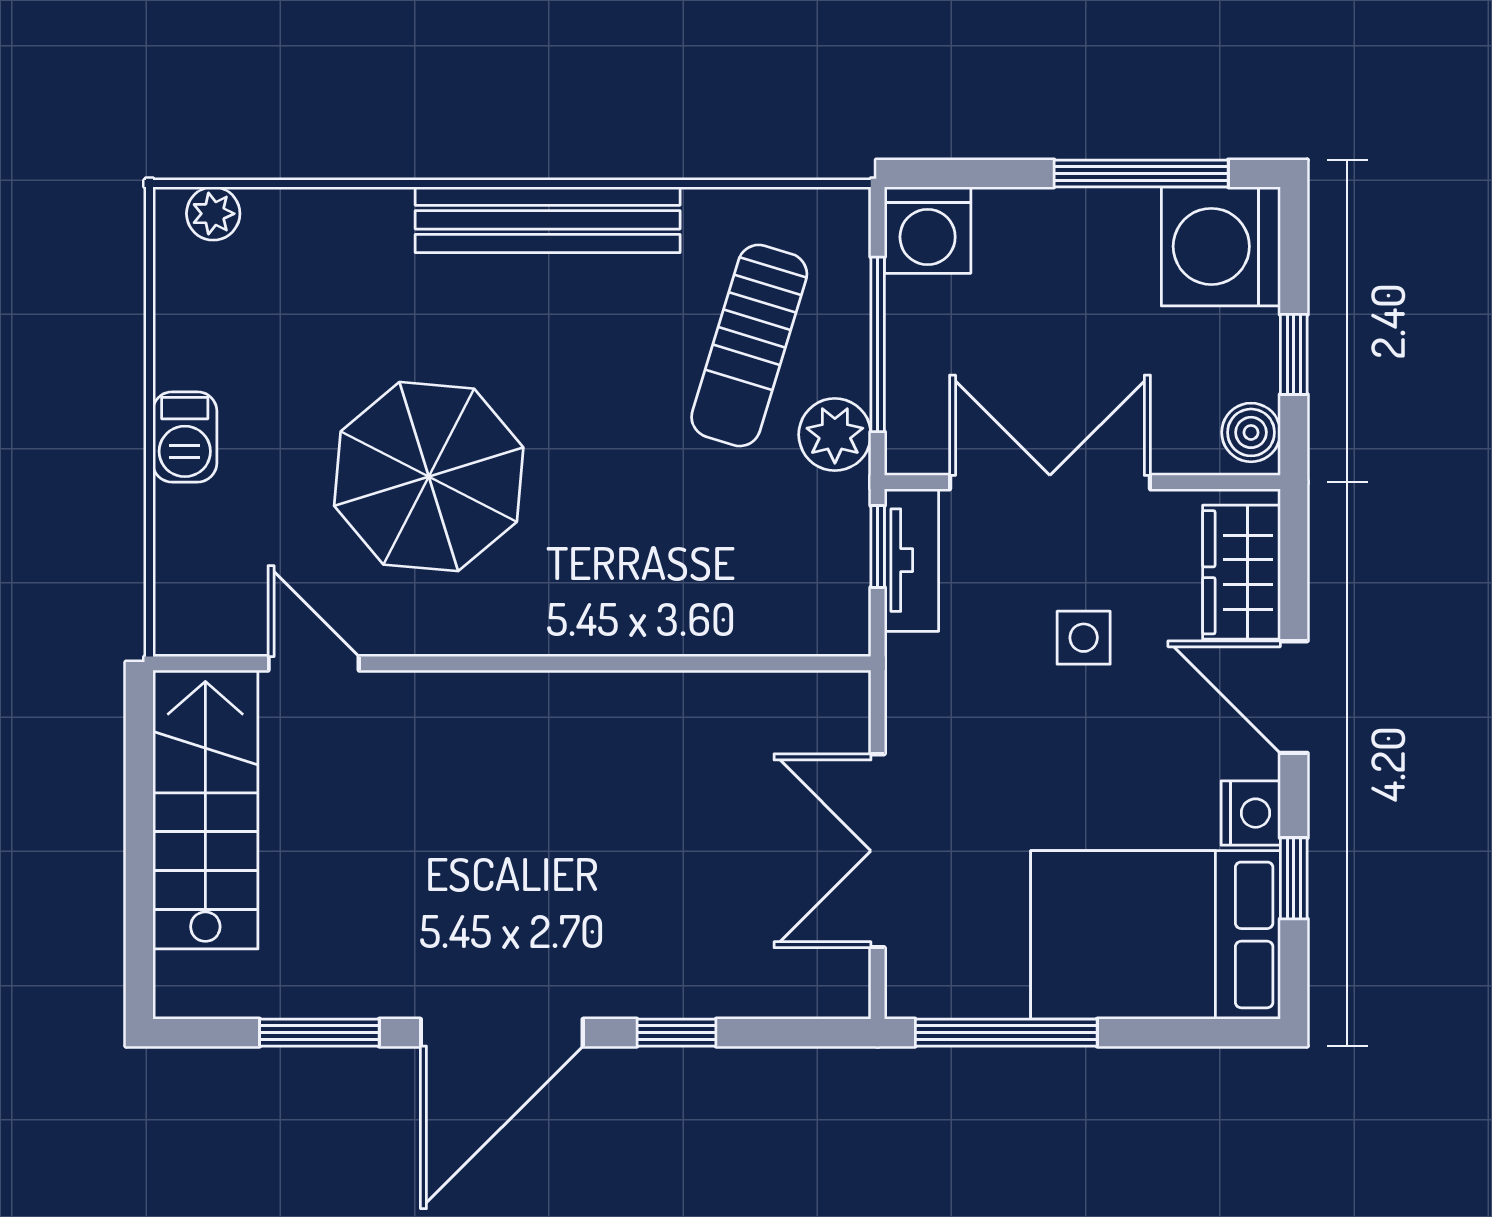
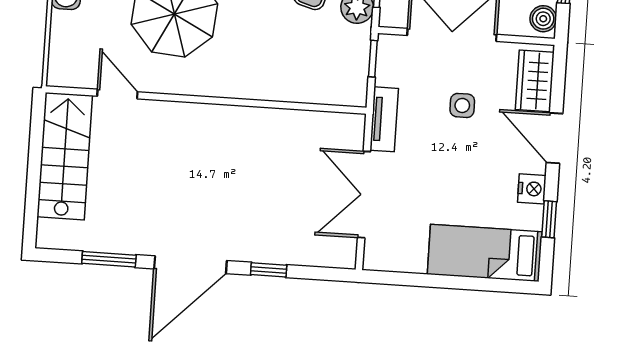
tv unit: (912, 560) -> (384, 119), moved
bed: (1156, 935) -> (485, 253), width x0.67
window: (1006, 1033) -> (416, 280), removed

